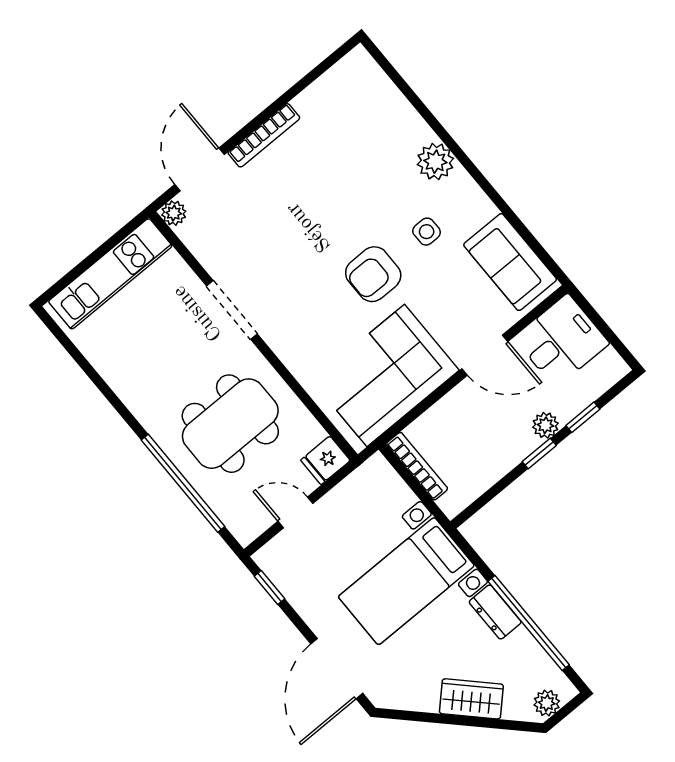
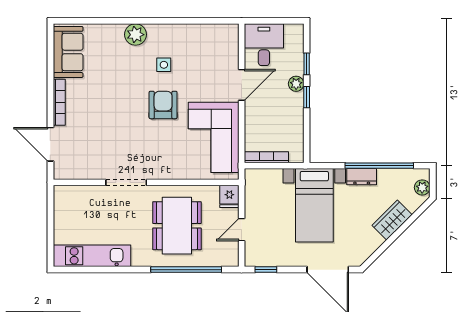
plant: (174, 213) -> (61, 172), removed
sofa: (510, 262) -> (68, 52), moved, turned -90
kitchen unit: (110, 274) -> (92, 256), moved, turned -90
armchair: (373, 274) -> (163, 105), turned 180

